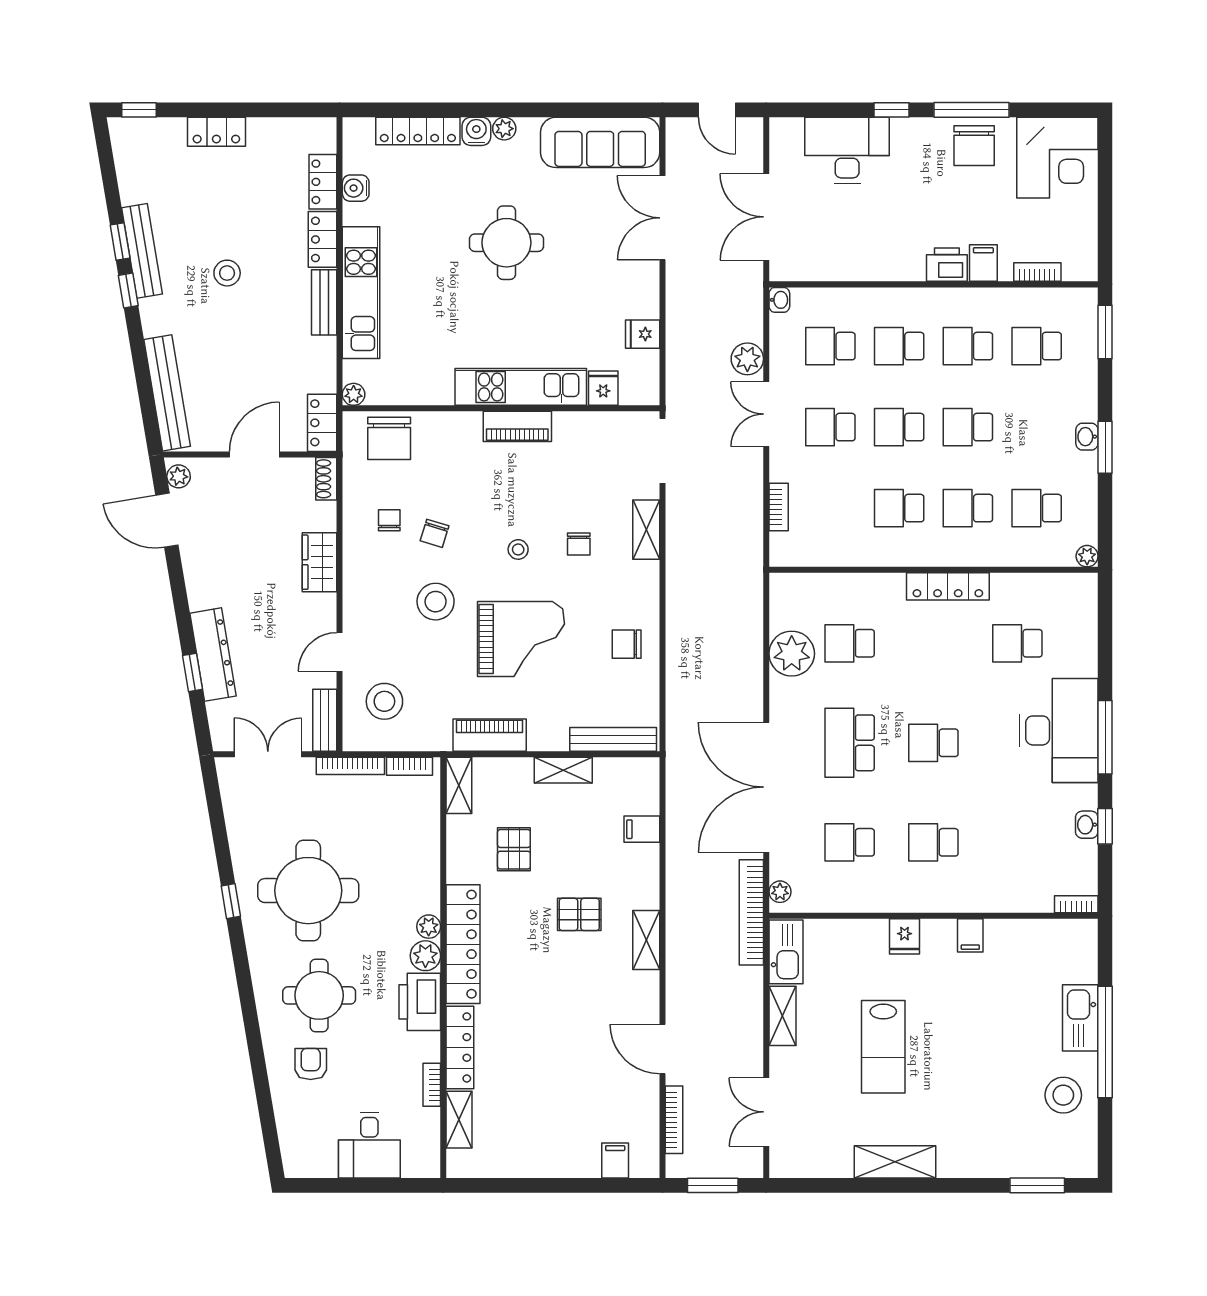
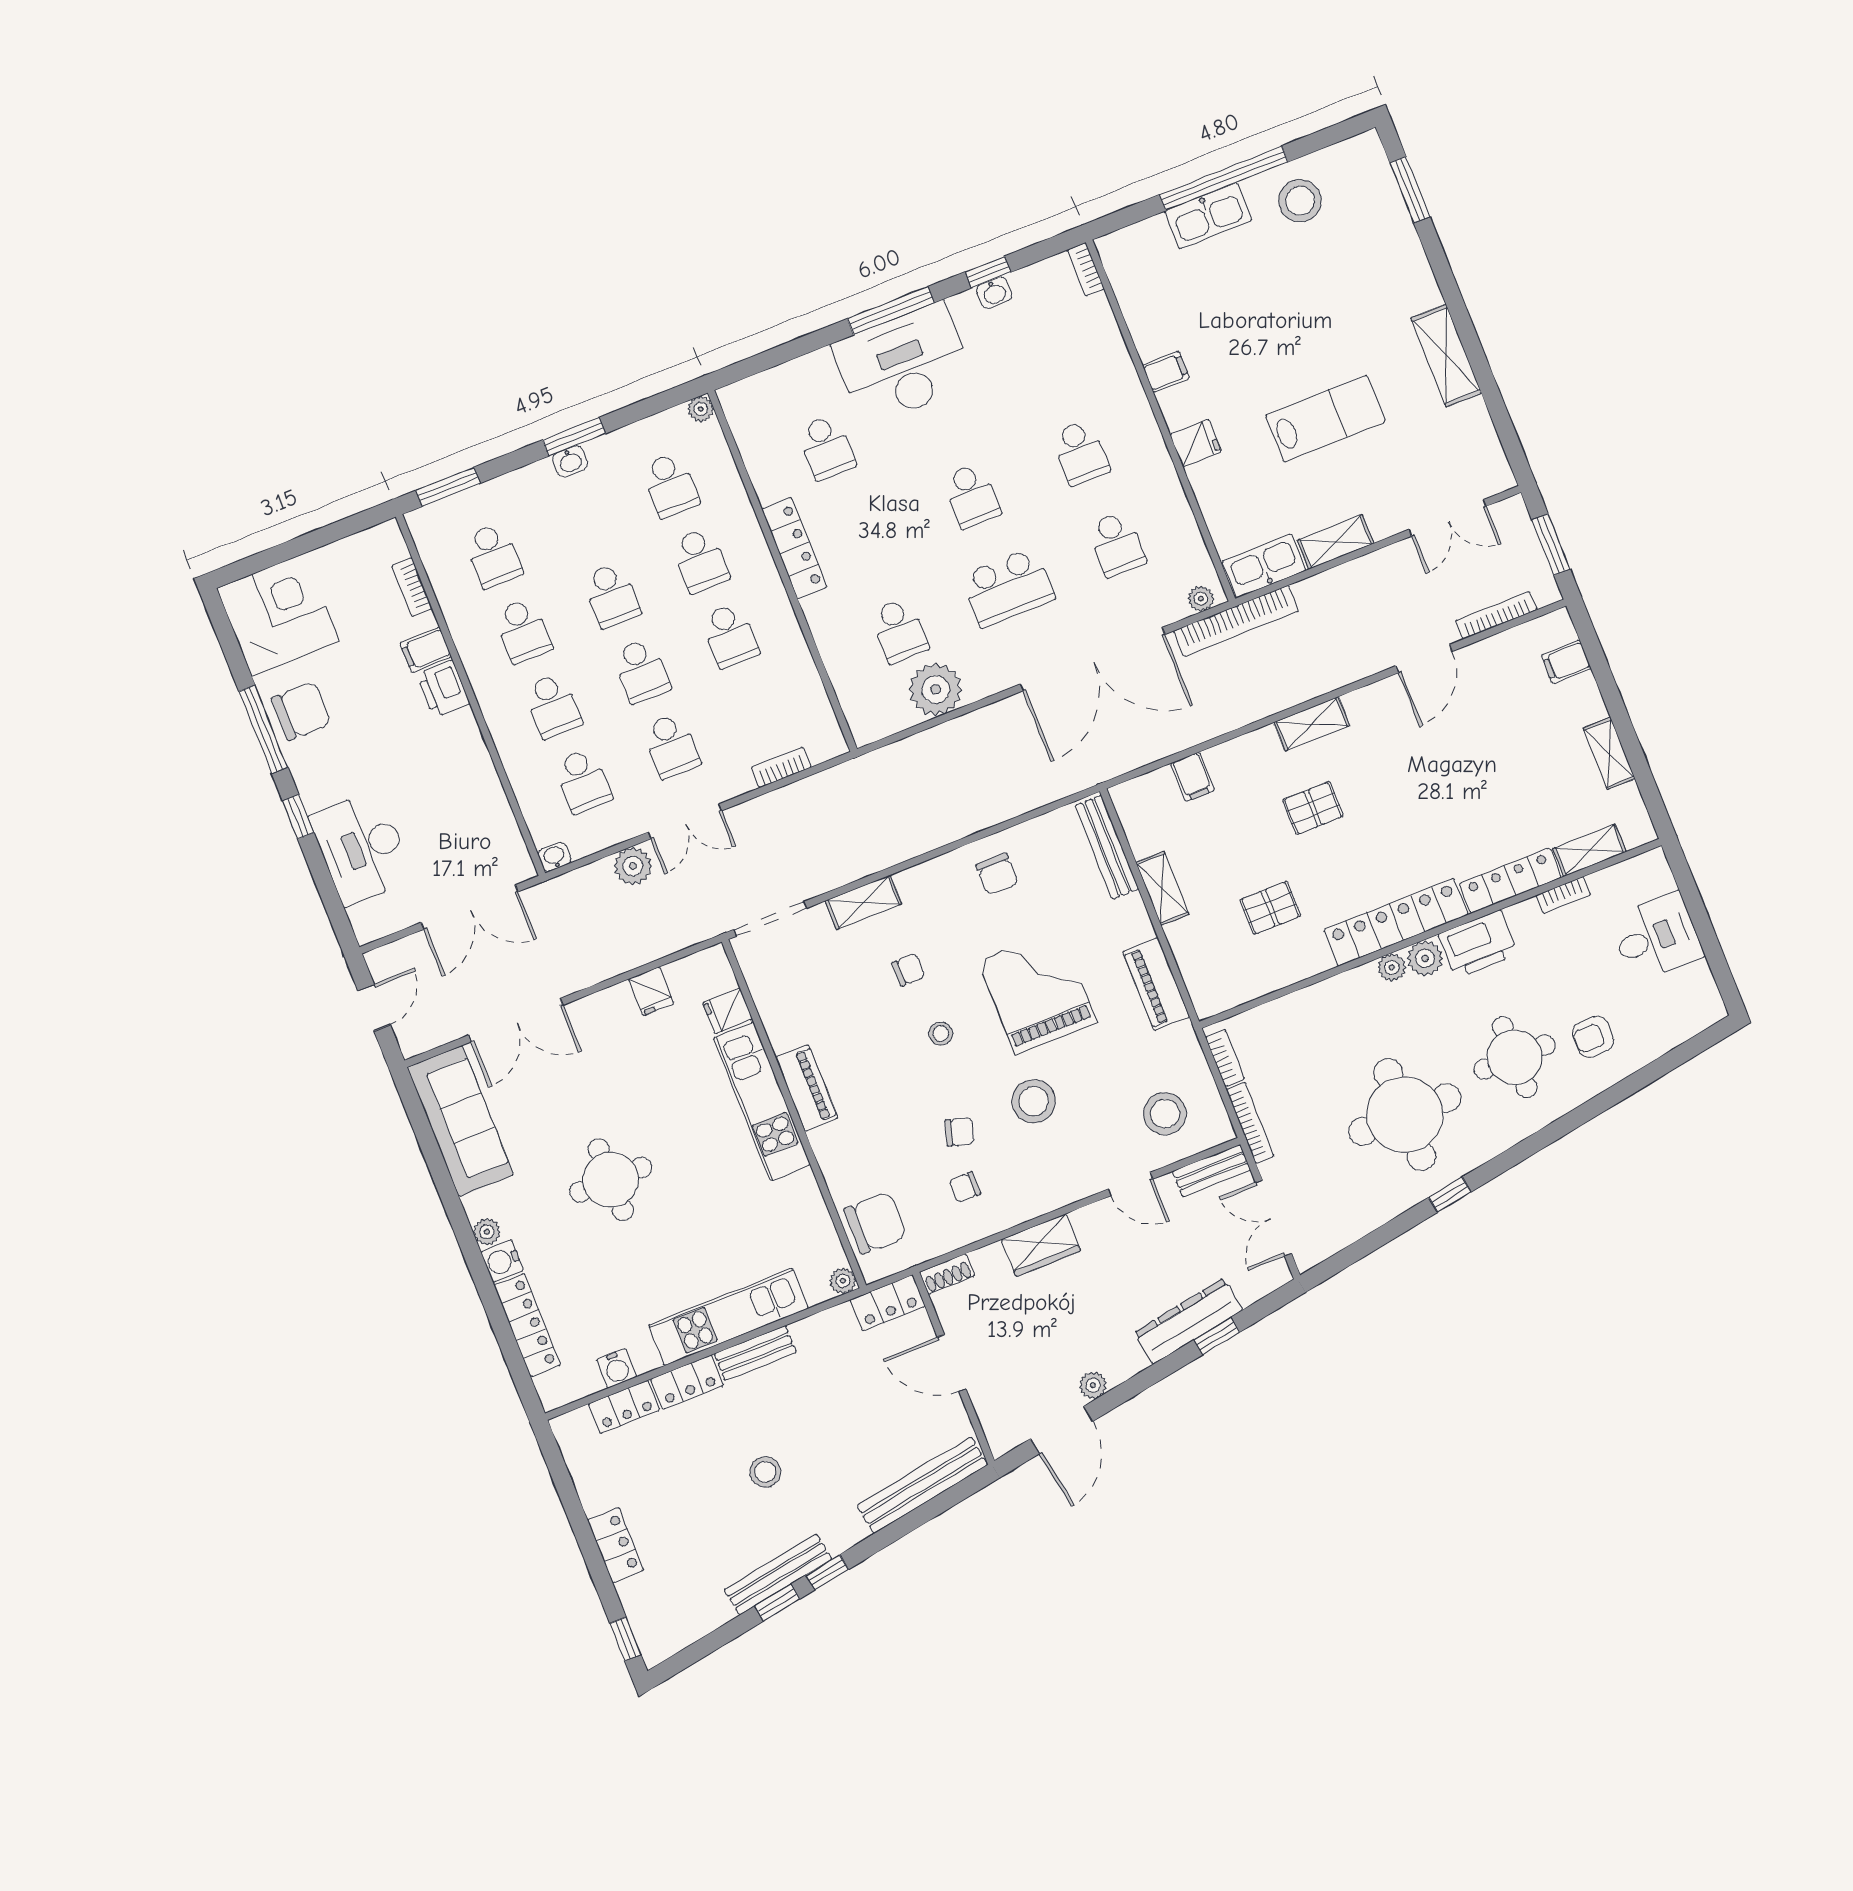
plant: (179, 476) -> (1093, 1385), moved
shelving: (459, 785) -> (1609, 753), moved, turned 90
pallet: (579, 914) -> (1313, 808), turned 90

